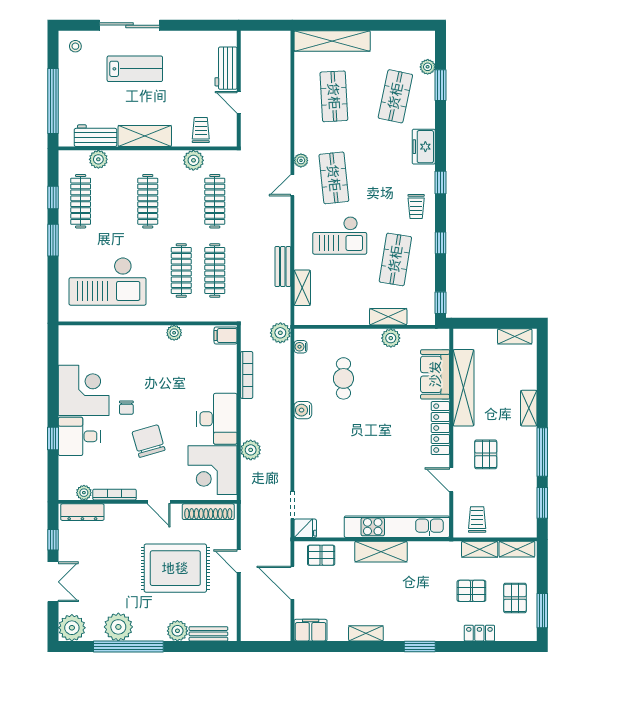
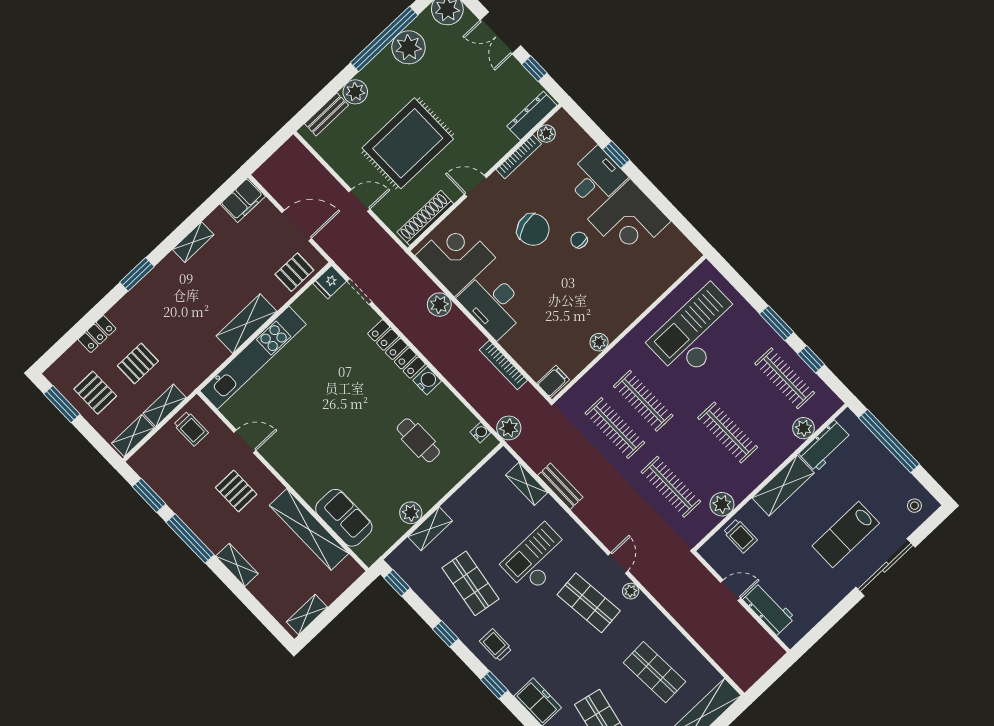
locker: (440, 428) -> (396, 349), moved, turned 180

